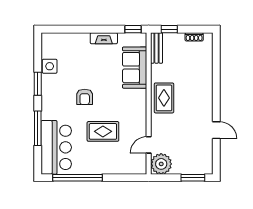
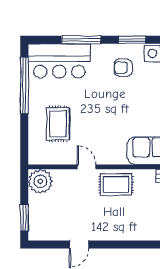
armchair: (85, 97) -> (123, 68), moved
rug: (103, 131) -> (58, 124), moved
door: (149, 145) -> (87, 167), moved

